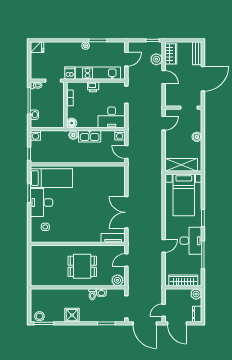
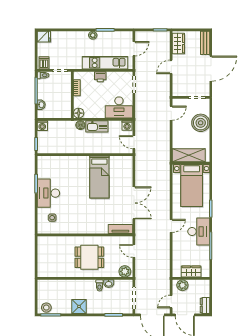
plant: (156, 59) -> (164, 49), removed
dishwasher: (70, 73) -> (44, 63), moved
door: (164, 77) -> (171, 67), swing flipped
boiler: (197, 137) -> (201, 123), width x1.86, depth x1.86
bed: (51, 178) -> (99, 177), moved, turned 90
double door: (126, 212) -> (134, 203), swing flipped
door: (164, 246) -> (171, 226), moved
door: (126, 260) -> (134, 251), hinge flipped
wardrobe: (183, 280) -> (191, 272), width x0.67
plant: (196, 294) -> (182, 285), moved

